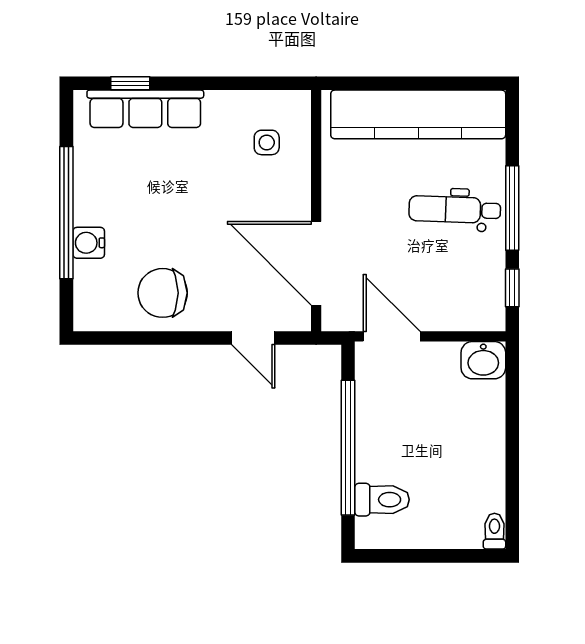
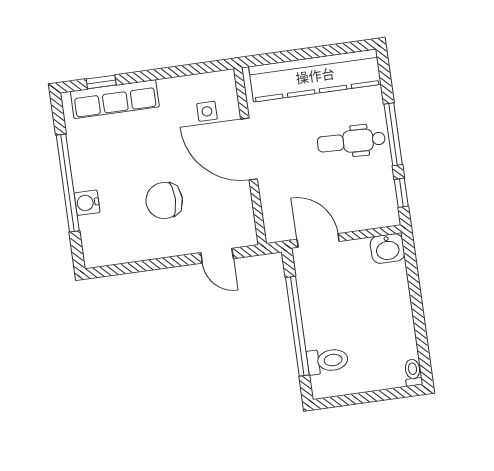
door: (316, 263) -> (249, 149), moved
chair: (163, 293) -> (164, 201), moved

